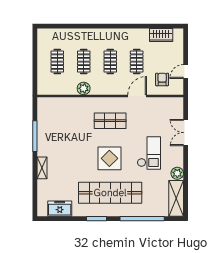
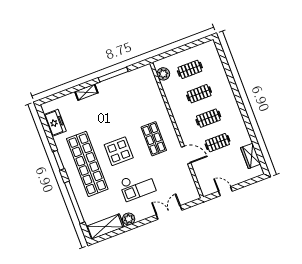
armchair: (162, 79) -> (210, 172), removed
plant: (84, 88) -> (163, 74), moved

